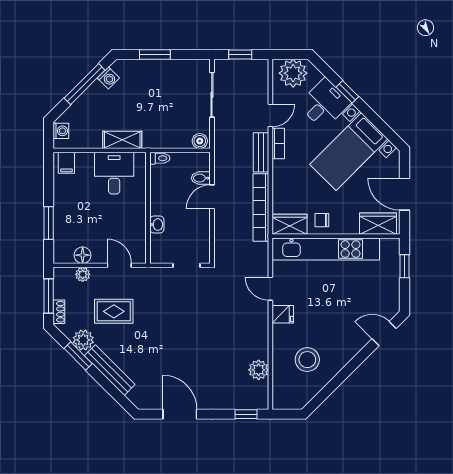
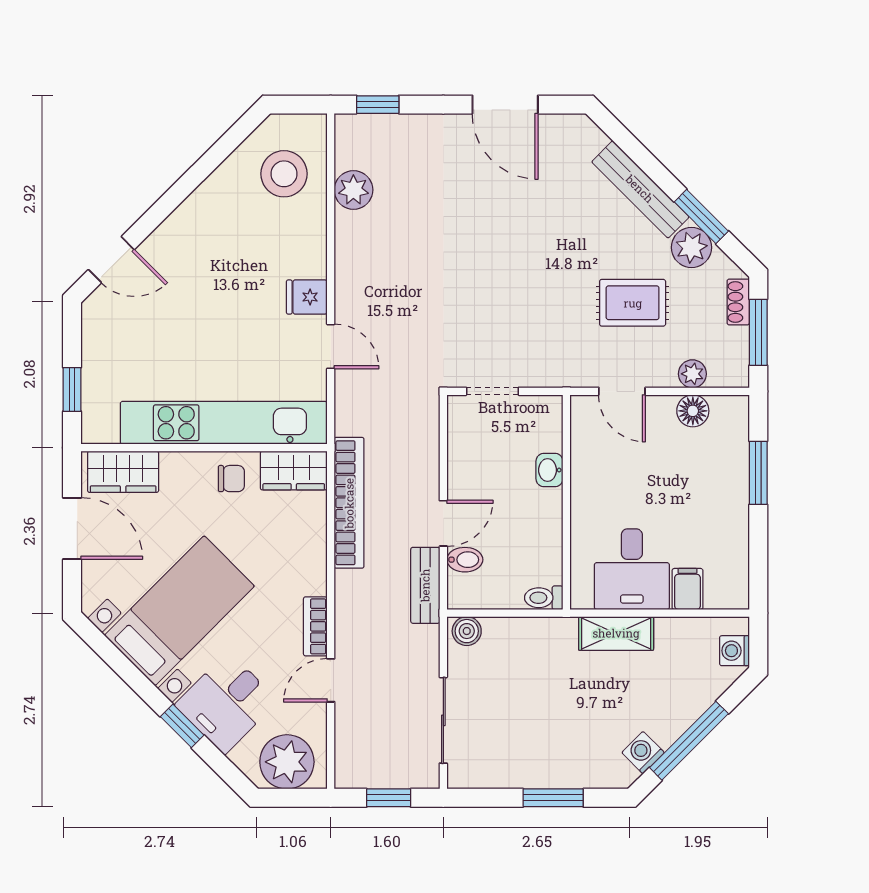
bench: (261, 152) -> (425, 585), moved
filing cabinet: (66, 163) -> (687, 589), moved
stool: (307, 360) -> (284, 174), moved

